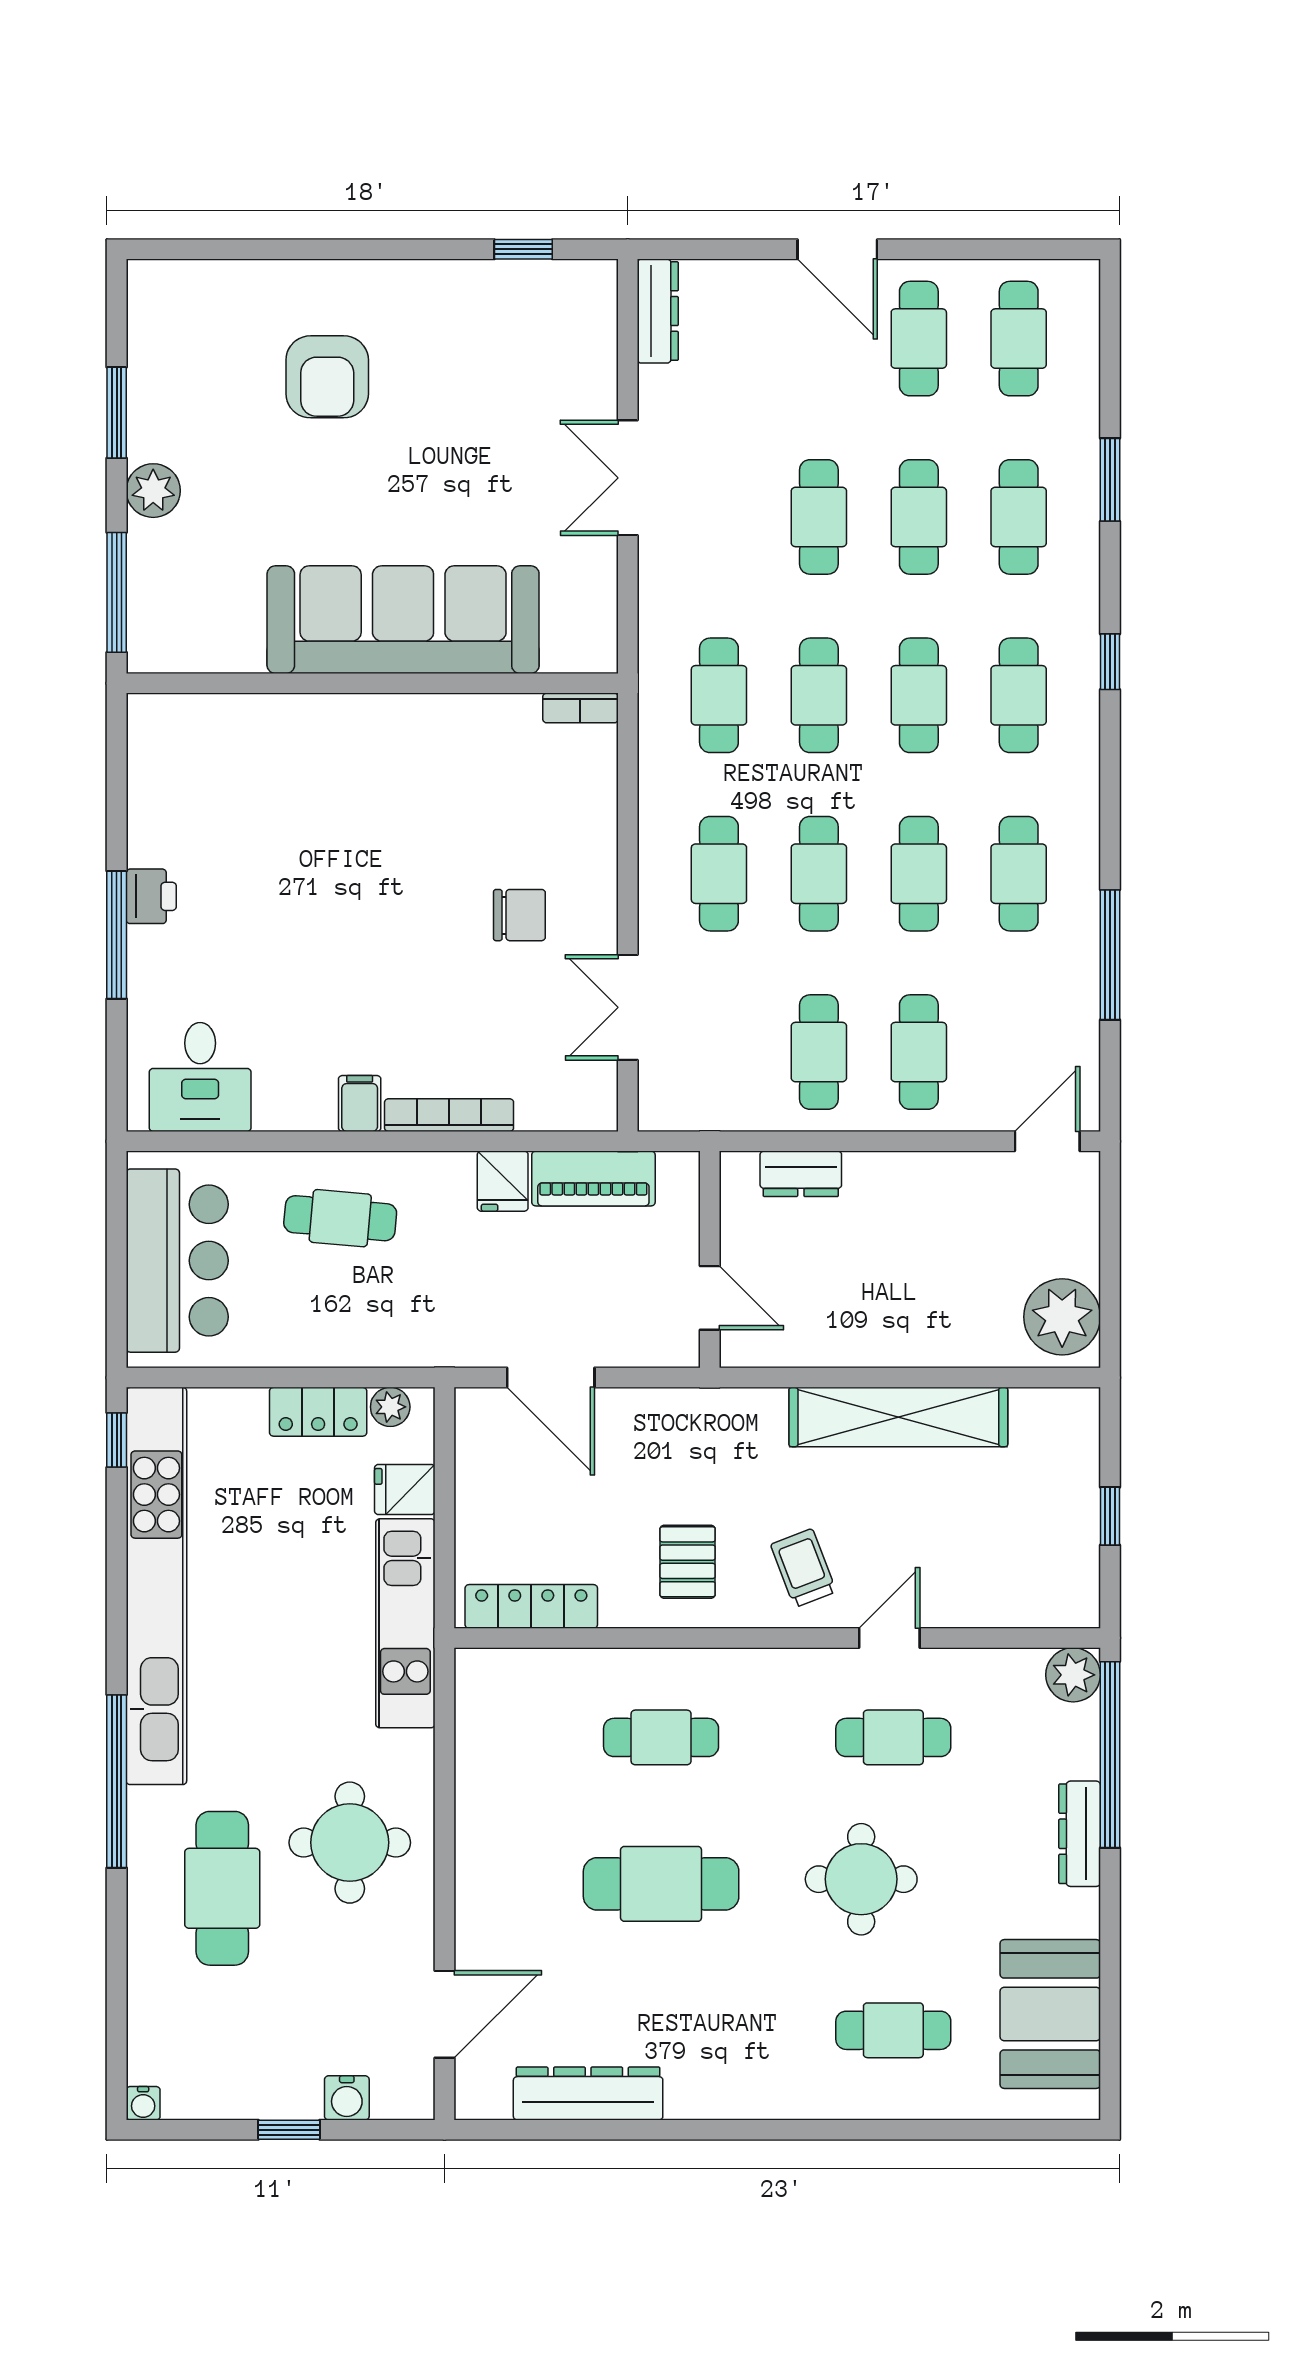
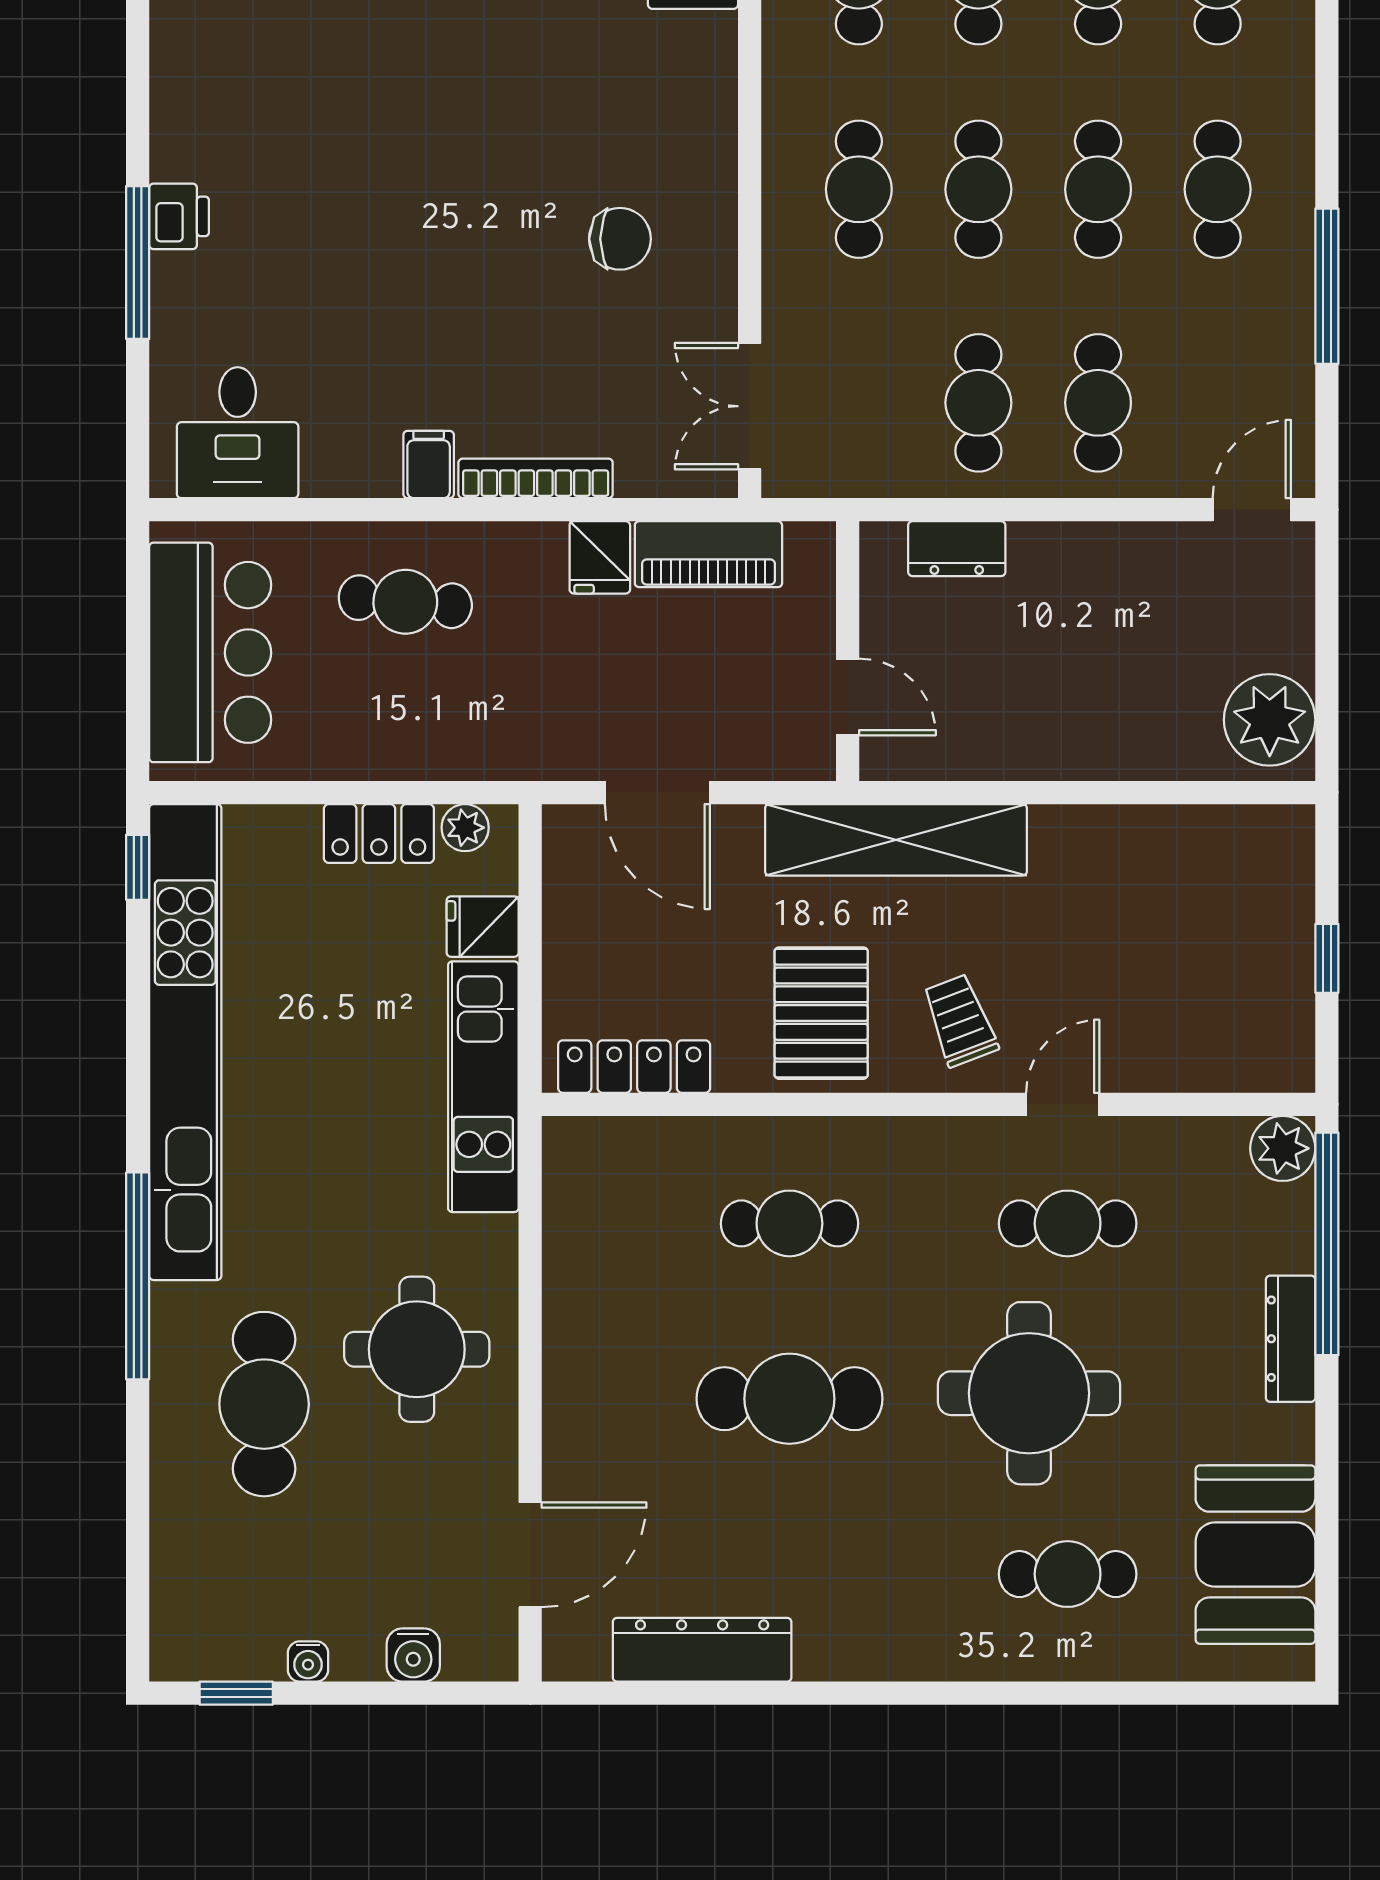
double door: (628, 1007) -> (750, 406), moved
shelving: (898, 1417) -> (896, 840), moved
pallet: (688, 1562) -> (821, 1013), width x1.50, depth x1.42
round table: (861, 1879) -> (1029, 1393), width x1.36, depth x1.36
water cooler: (143, 2103) -> (308, 1661), moved
window: (289, 2130) -> (236, 1693), moved

